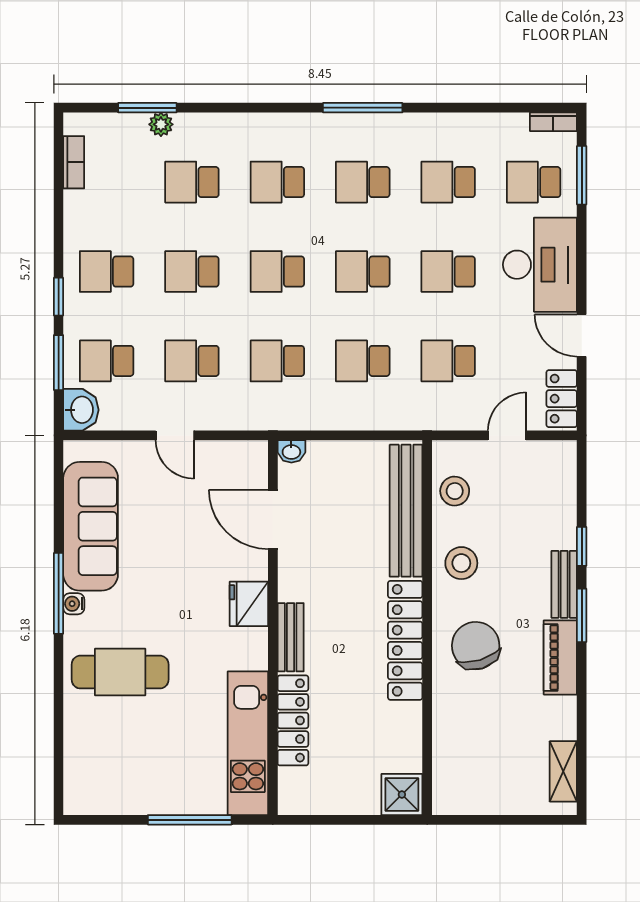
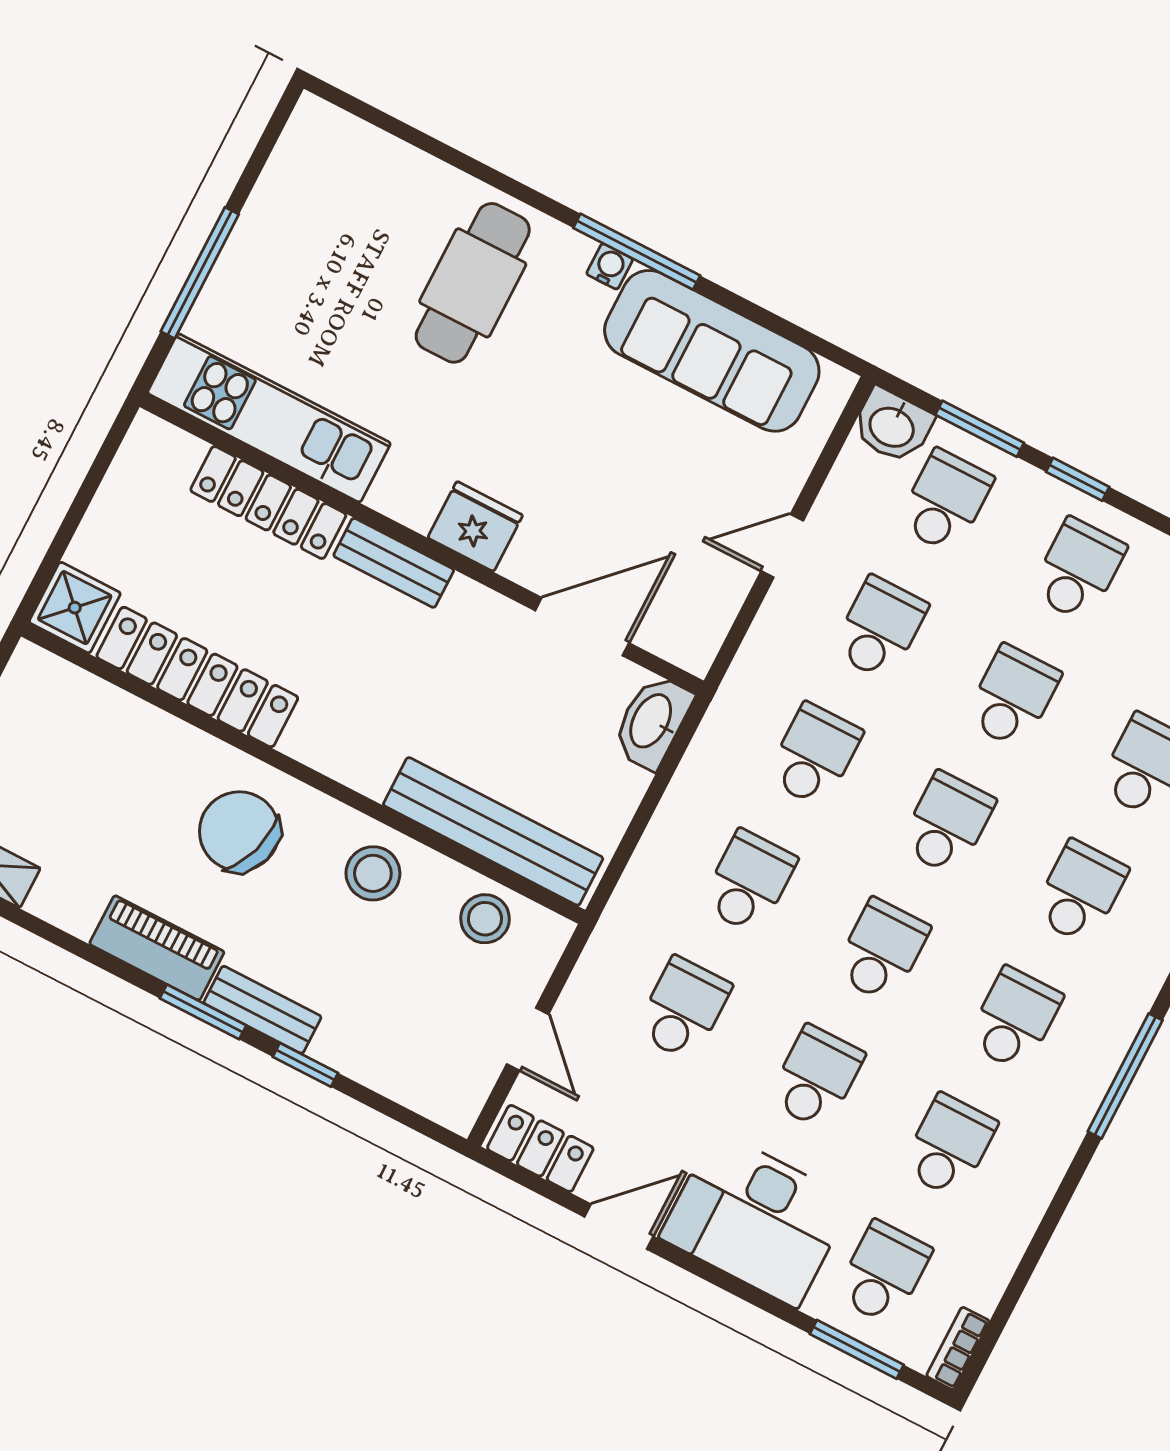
washbasin: (291, 451) -> (652, 722), width x1.91, depth x1.45
locker: (405, 640) -> (197, 677), moved
chair: (476, 646) -> (239, 831), turned -145

